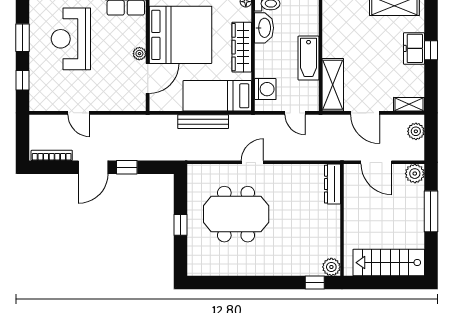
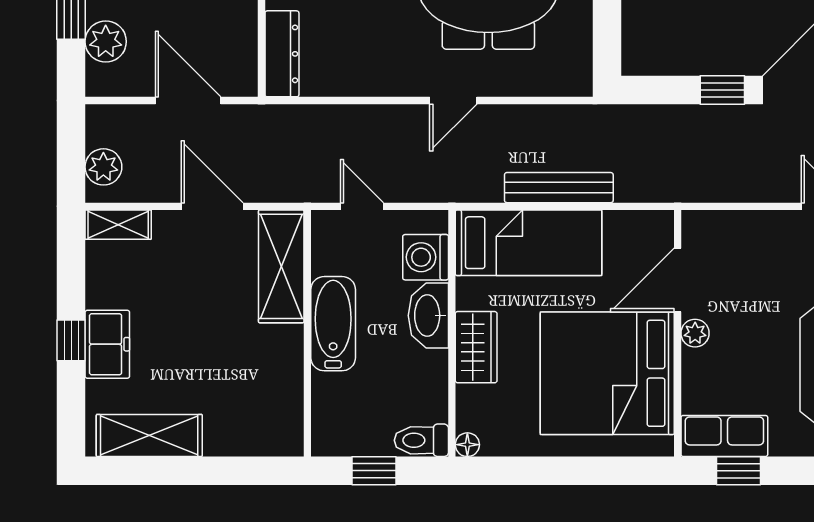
washbasin: (264, 28) -> (428, 316), moved
wardrobe: (242, 47) -> (476, 347), width x0.67
plant: (415, 174) -> (106, 42), moved

